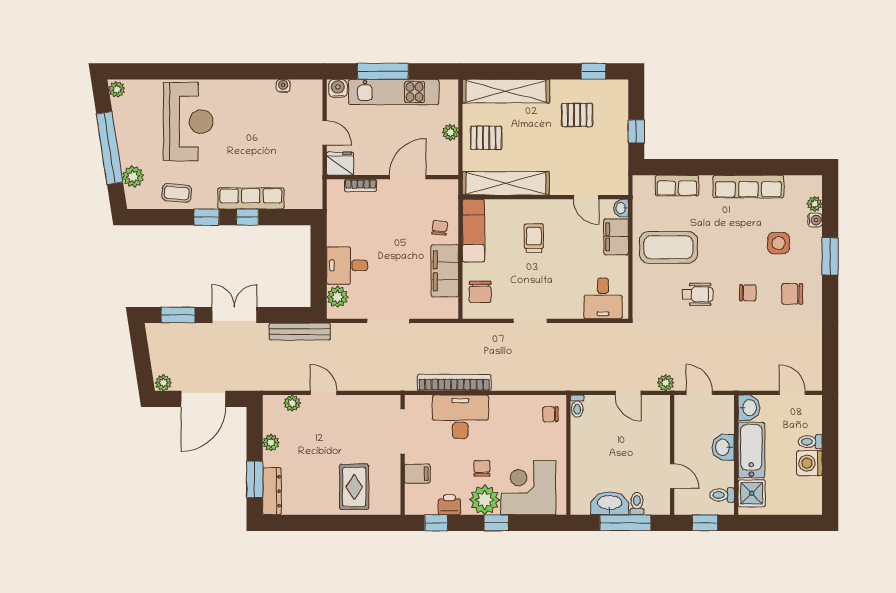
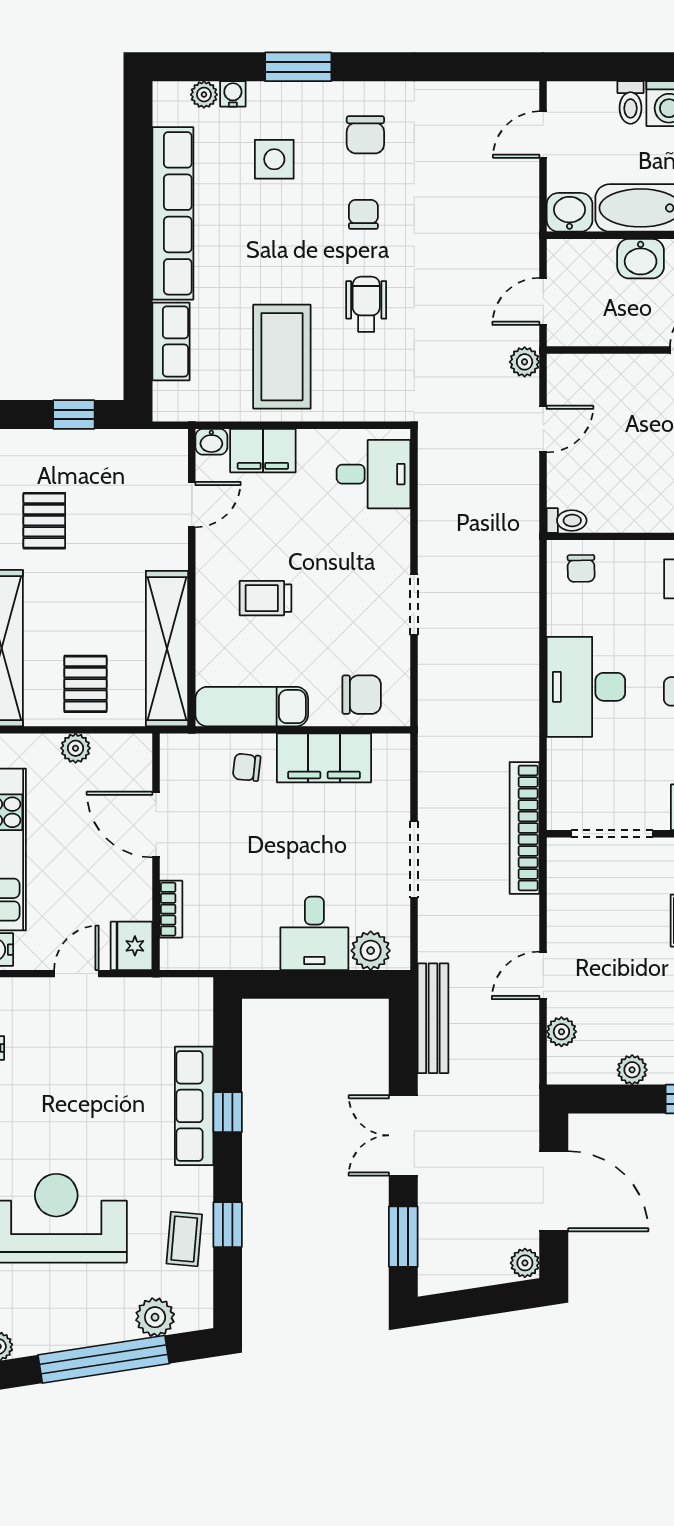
row of seats: (748, 187) -> (173, 213), width x1.36
window: (207, 217) -> (228, 1225), moved
bookcase: (454, 383) -> (524, 828), moved
desk: (460, 417) -> (586, 687), moved

